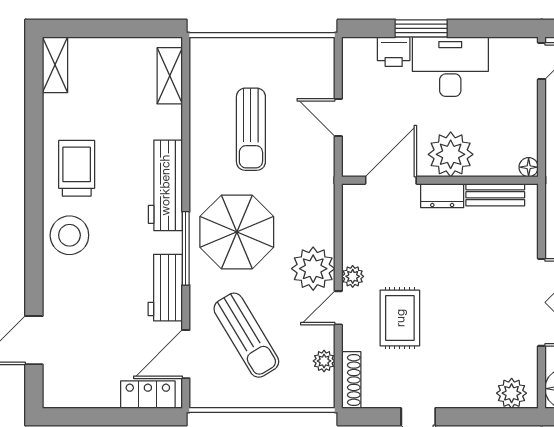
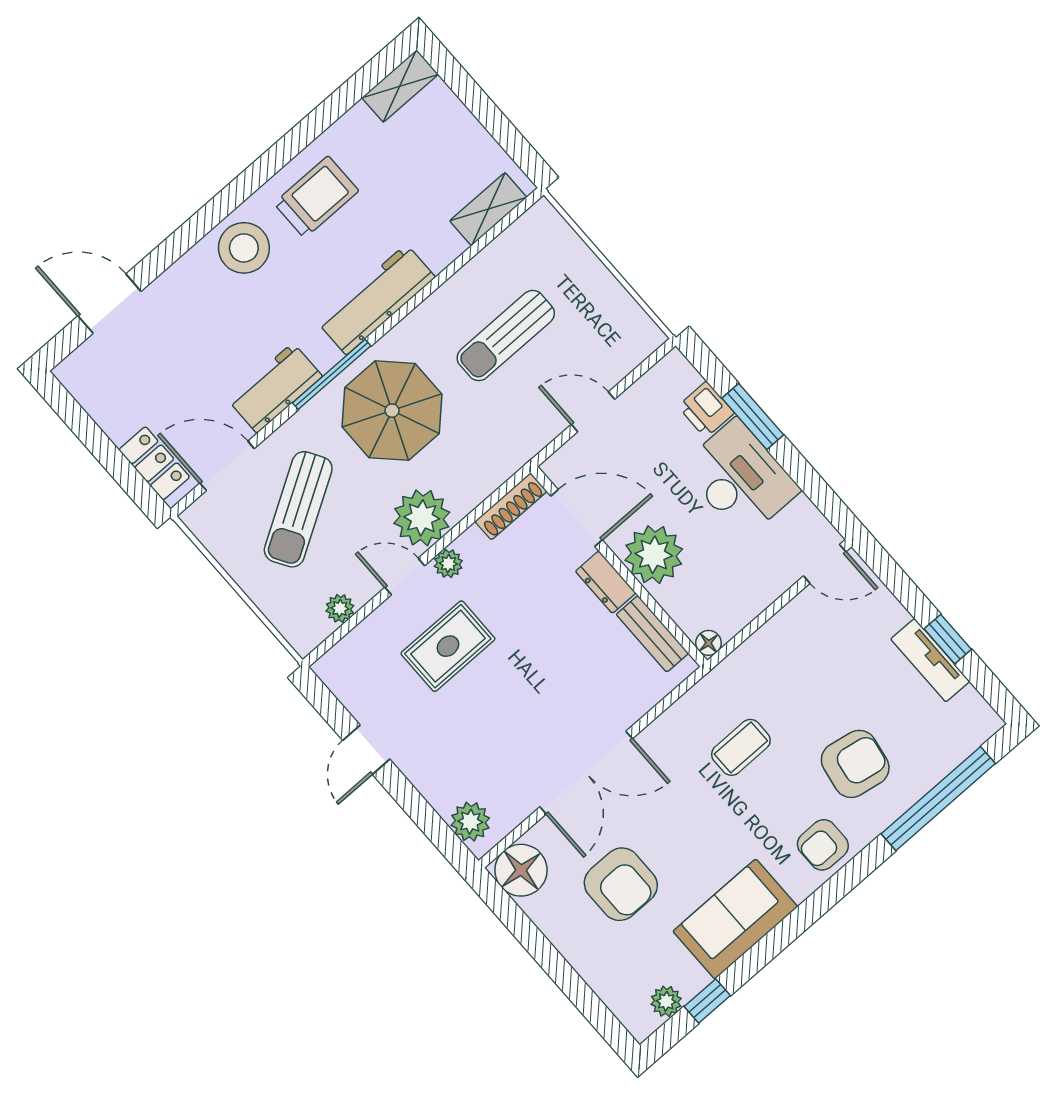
door: (338, 117) -> (593, 412), hinge flipped
shoe rack: (351, 380) -> (511, 506), moved

